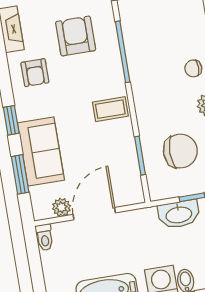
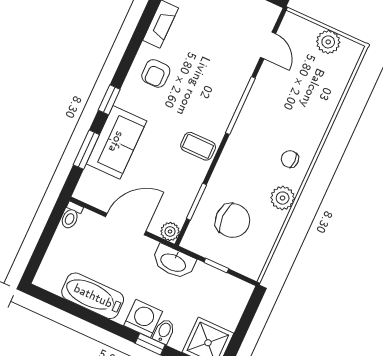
armchair: (76, 36) -> (210, 66), removed
plant: (61, 207) -> (170, 231), moved
washbasin: (179, 214) -> (173, 262), moved

